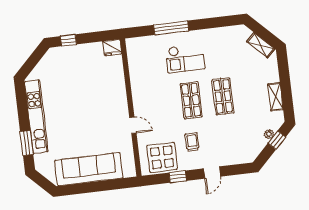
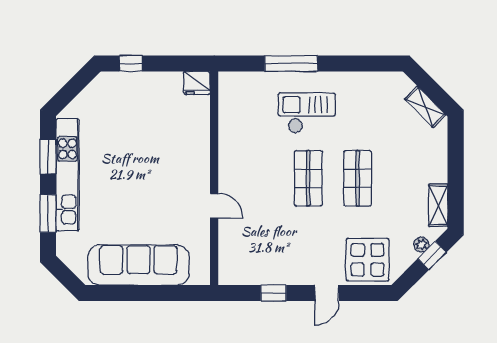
checkout: (185, 58) -> (307, 113), turned 180
shelving: (275, 97) -> (438, 205), moved
window: (22, 107) -> (48, 157), added
trolley: (192, 142) -> (302, 243), removed
display table: (162, 157) -> (367, 260), moved

